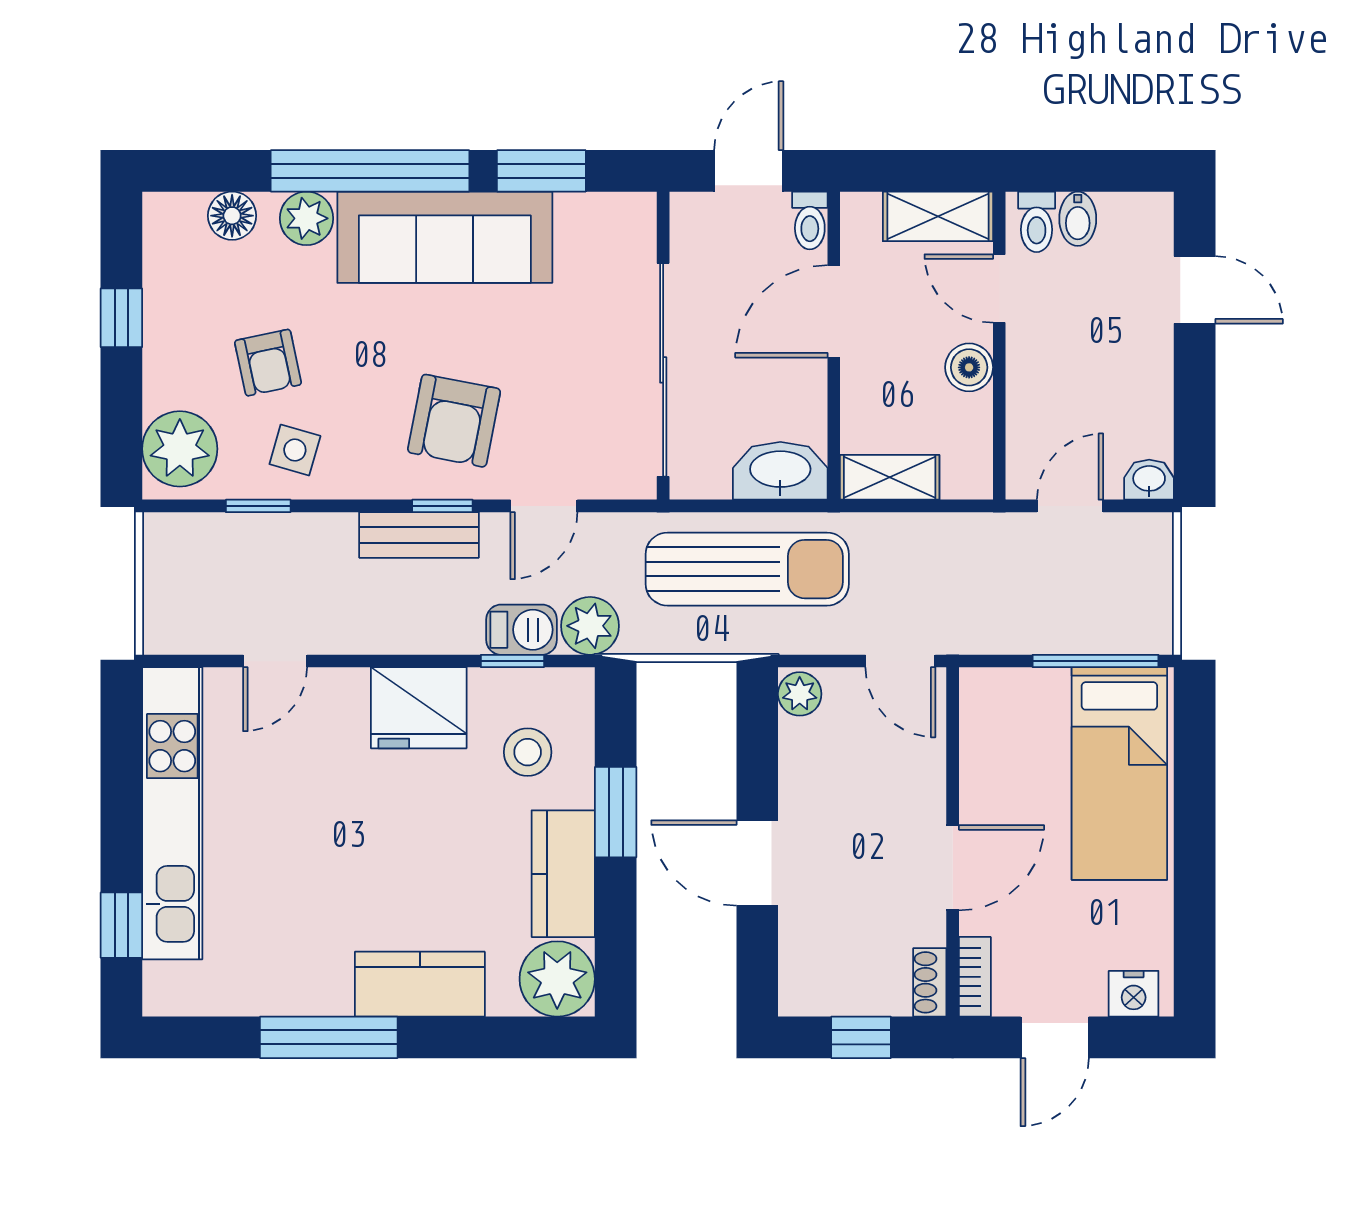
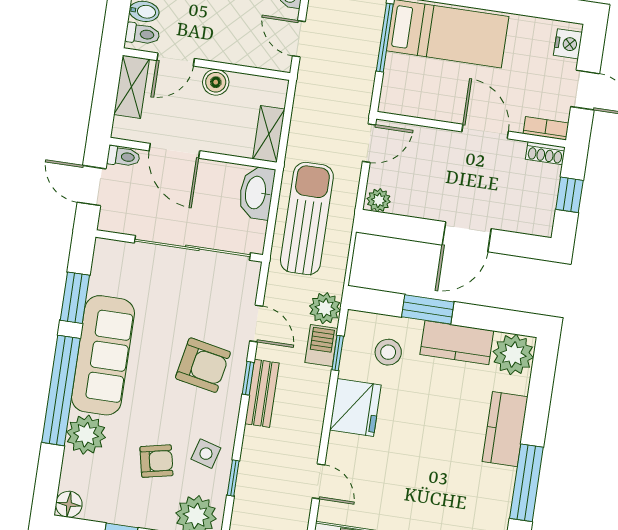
floor lamp: (232, 216) -> (69, 504), moved
plant: (306, 218) -> (86, 435), width x1.36, depth x1.36

